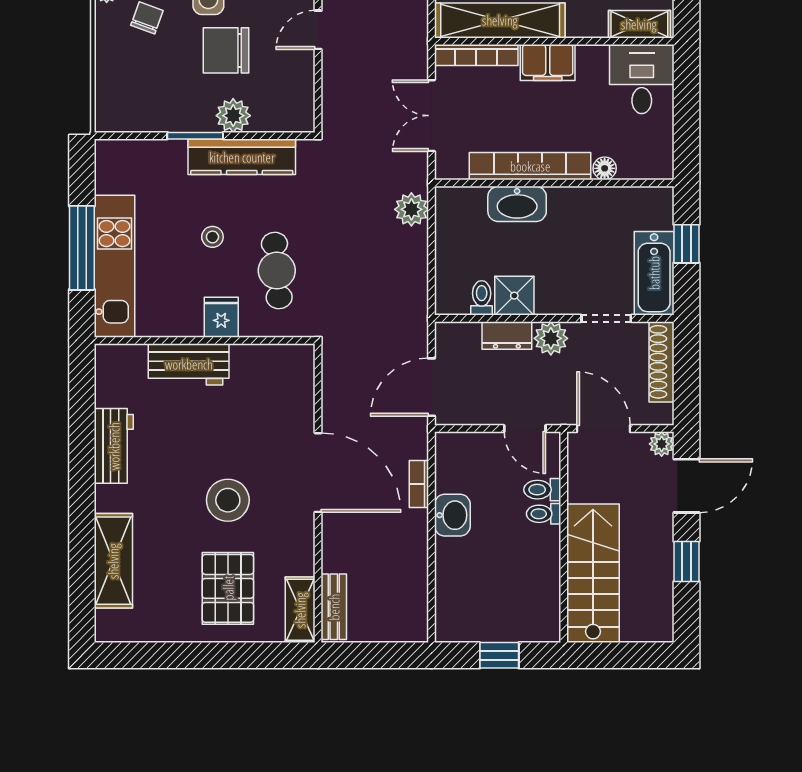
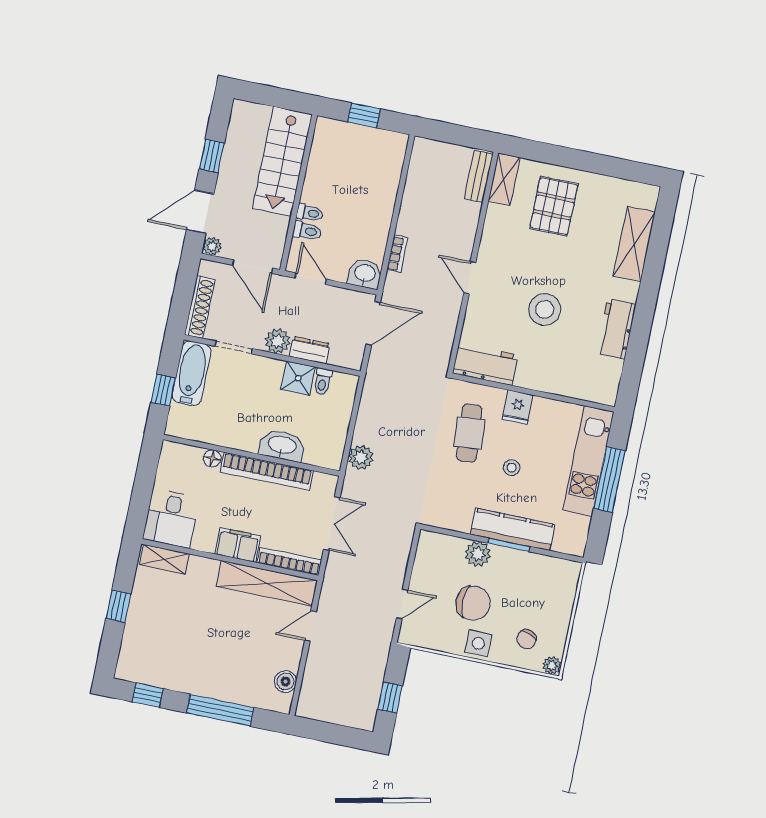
kitchen counter: (242, 157) -> (513, 529), moved
workbench: (189, 364) -> (485, 364), moved
door: (318, 473) -> (470, 278), width x0.53
stool: (228, 500) -> (545, 309), moved
washbasin: (452, 515) -> (365, 274), moved, turned 90

